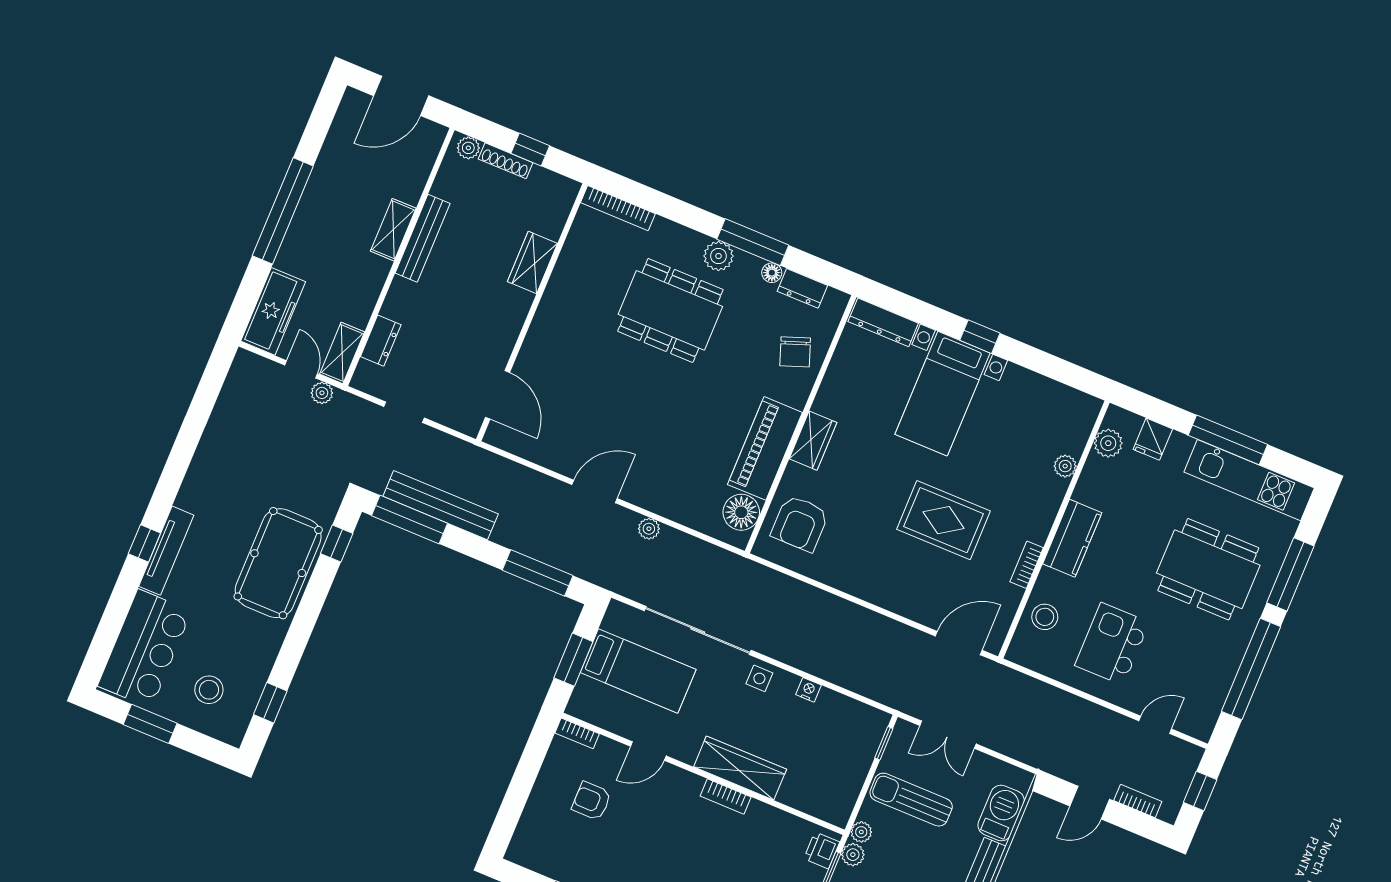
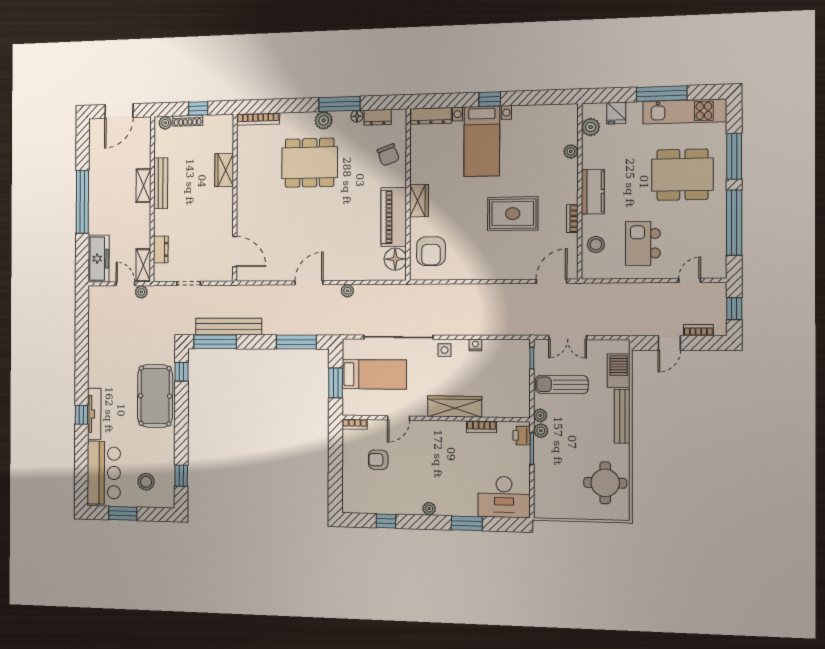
bookcase: (726, 796) -> (481, 427), moved

